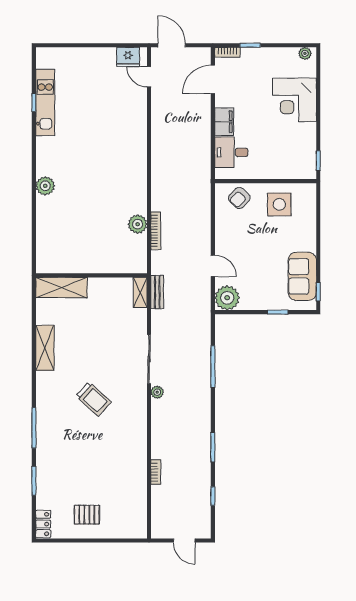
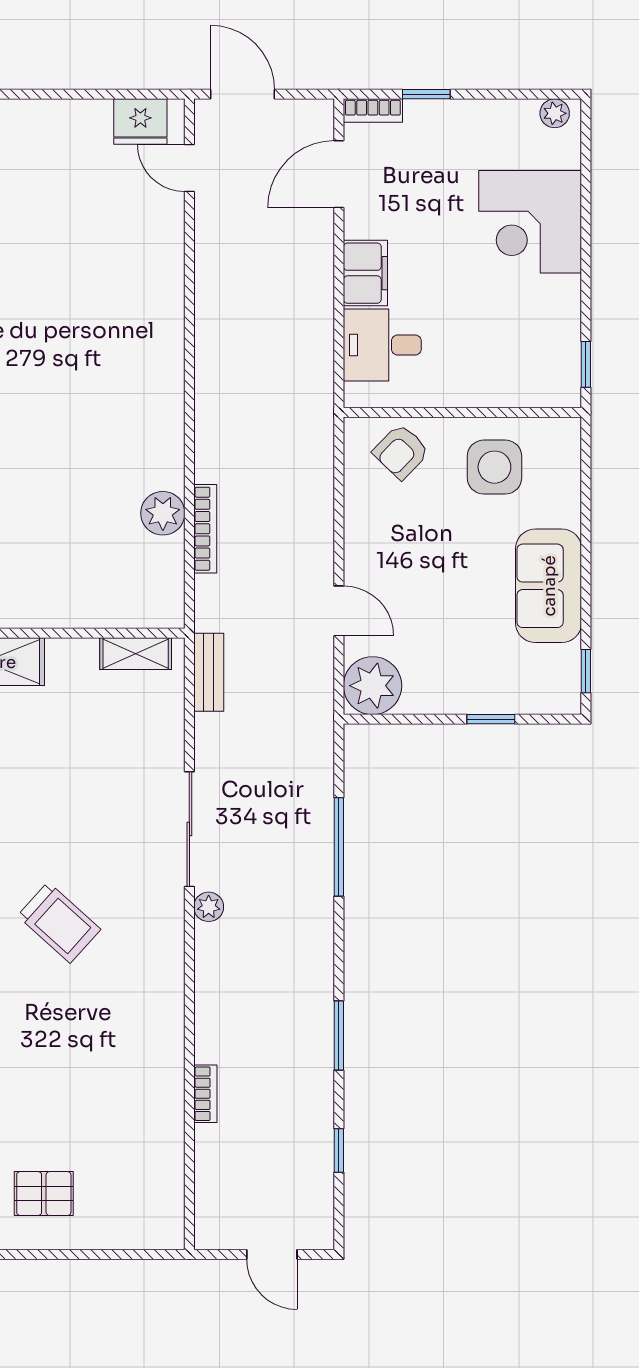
sofa: (302, 276) -> (549, 586), moved
shelving: (140, 293) -> (136, 654), moved, turned 90

